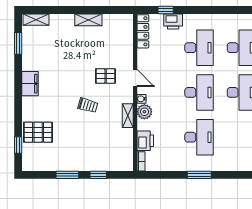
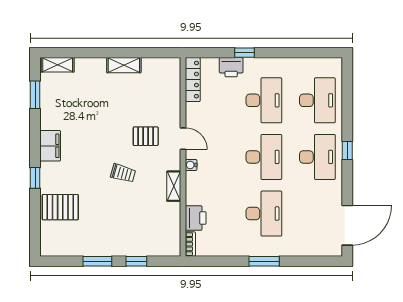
window: (166, 10) -> (245, 53), moved
plant: (144, 112) -> (195, 181), removed
window: (18, 145) -> (35, 178), moved

